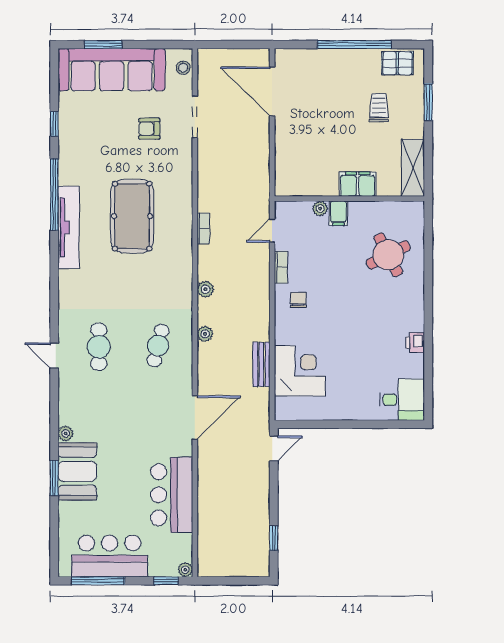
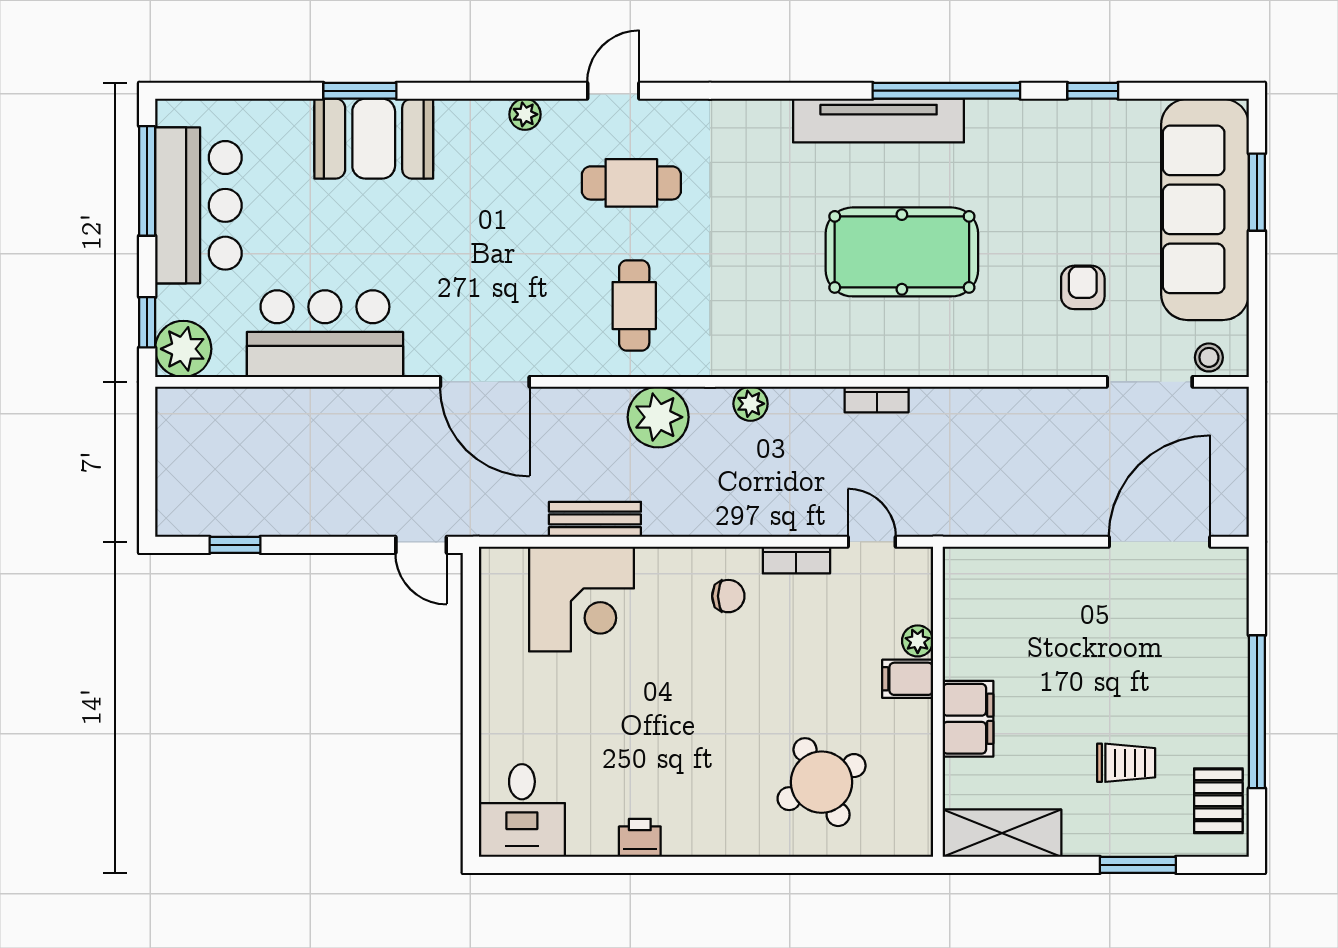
doorway: (195, 117) -> (1150, 382), moved
plant: (205, 334) -> (658, 417), width x1.88, depth x1.88
cafe table: (158, 345) -> (634, 306), turned 76
plant: (66, 433) -> (525, 114), moved
plant: (185, 570) -> (183, 349), width x1.88, depth x1.88

